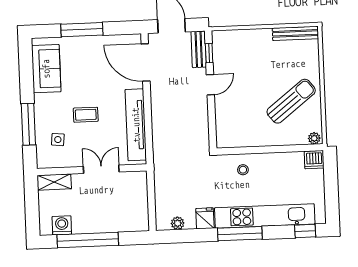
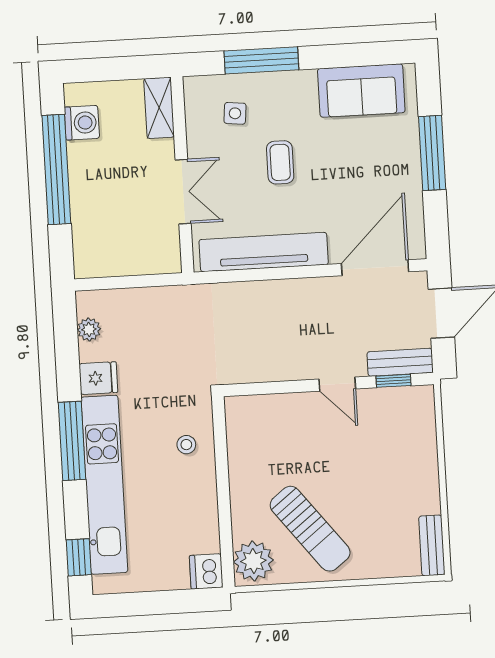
bench: (295, 33) -> (432, 545), width x0.73
plant: (314, 138) -> (253, 561), width x1.88, depth x1.88

